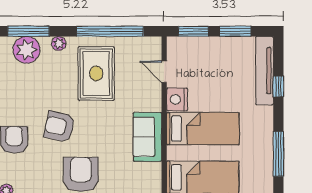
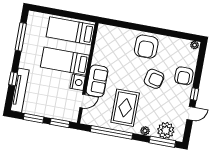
door: (164, 72) -> (83, 101), hinge flipped
sofa: (147, 137) -> (97, 81), moved

